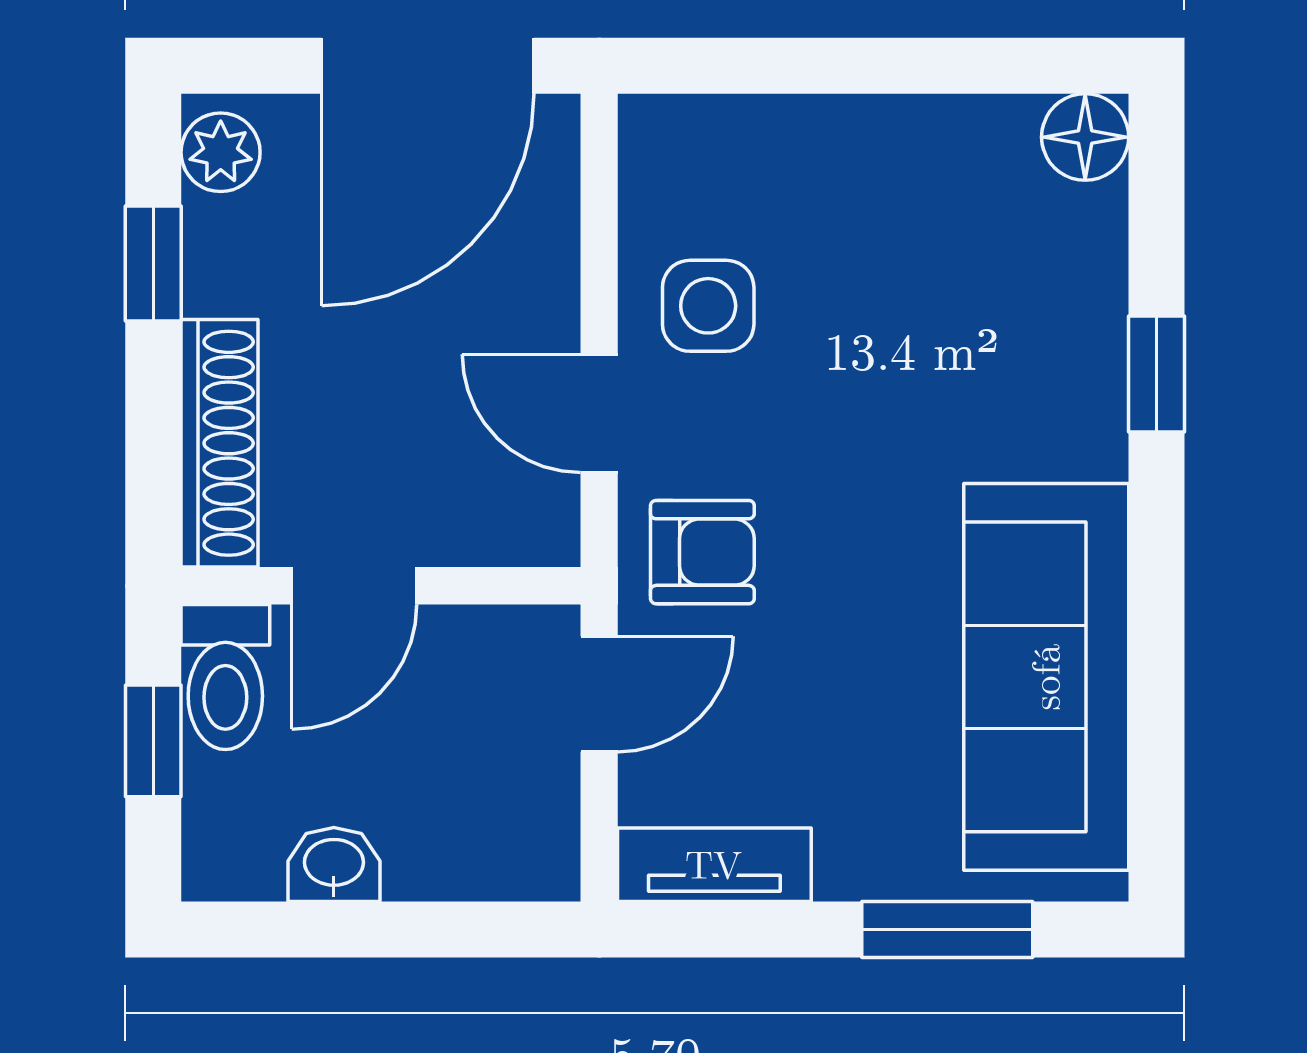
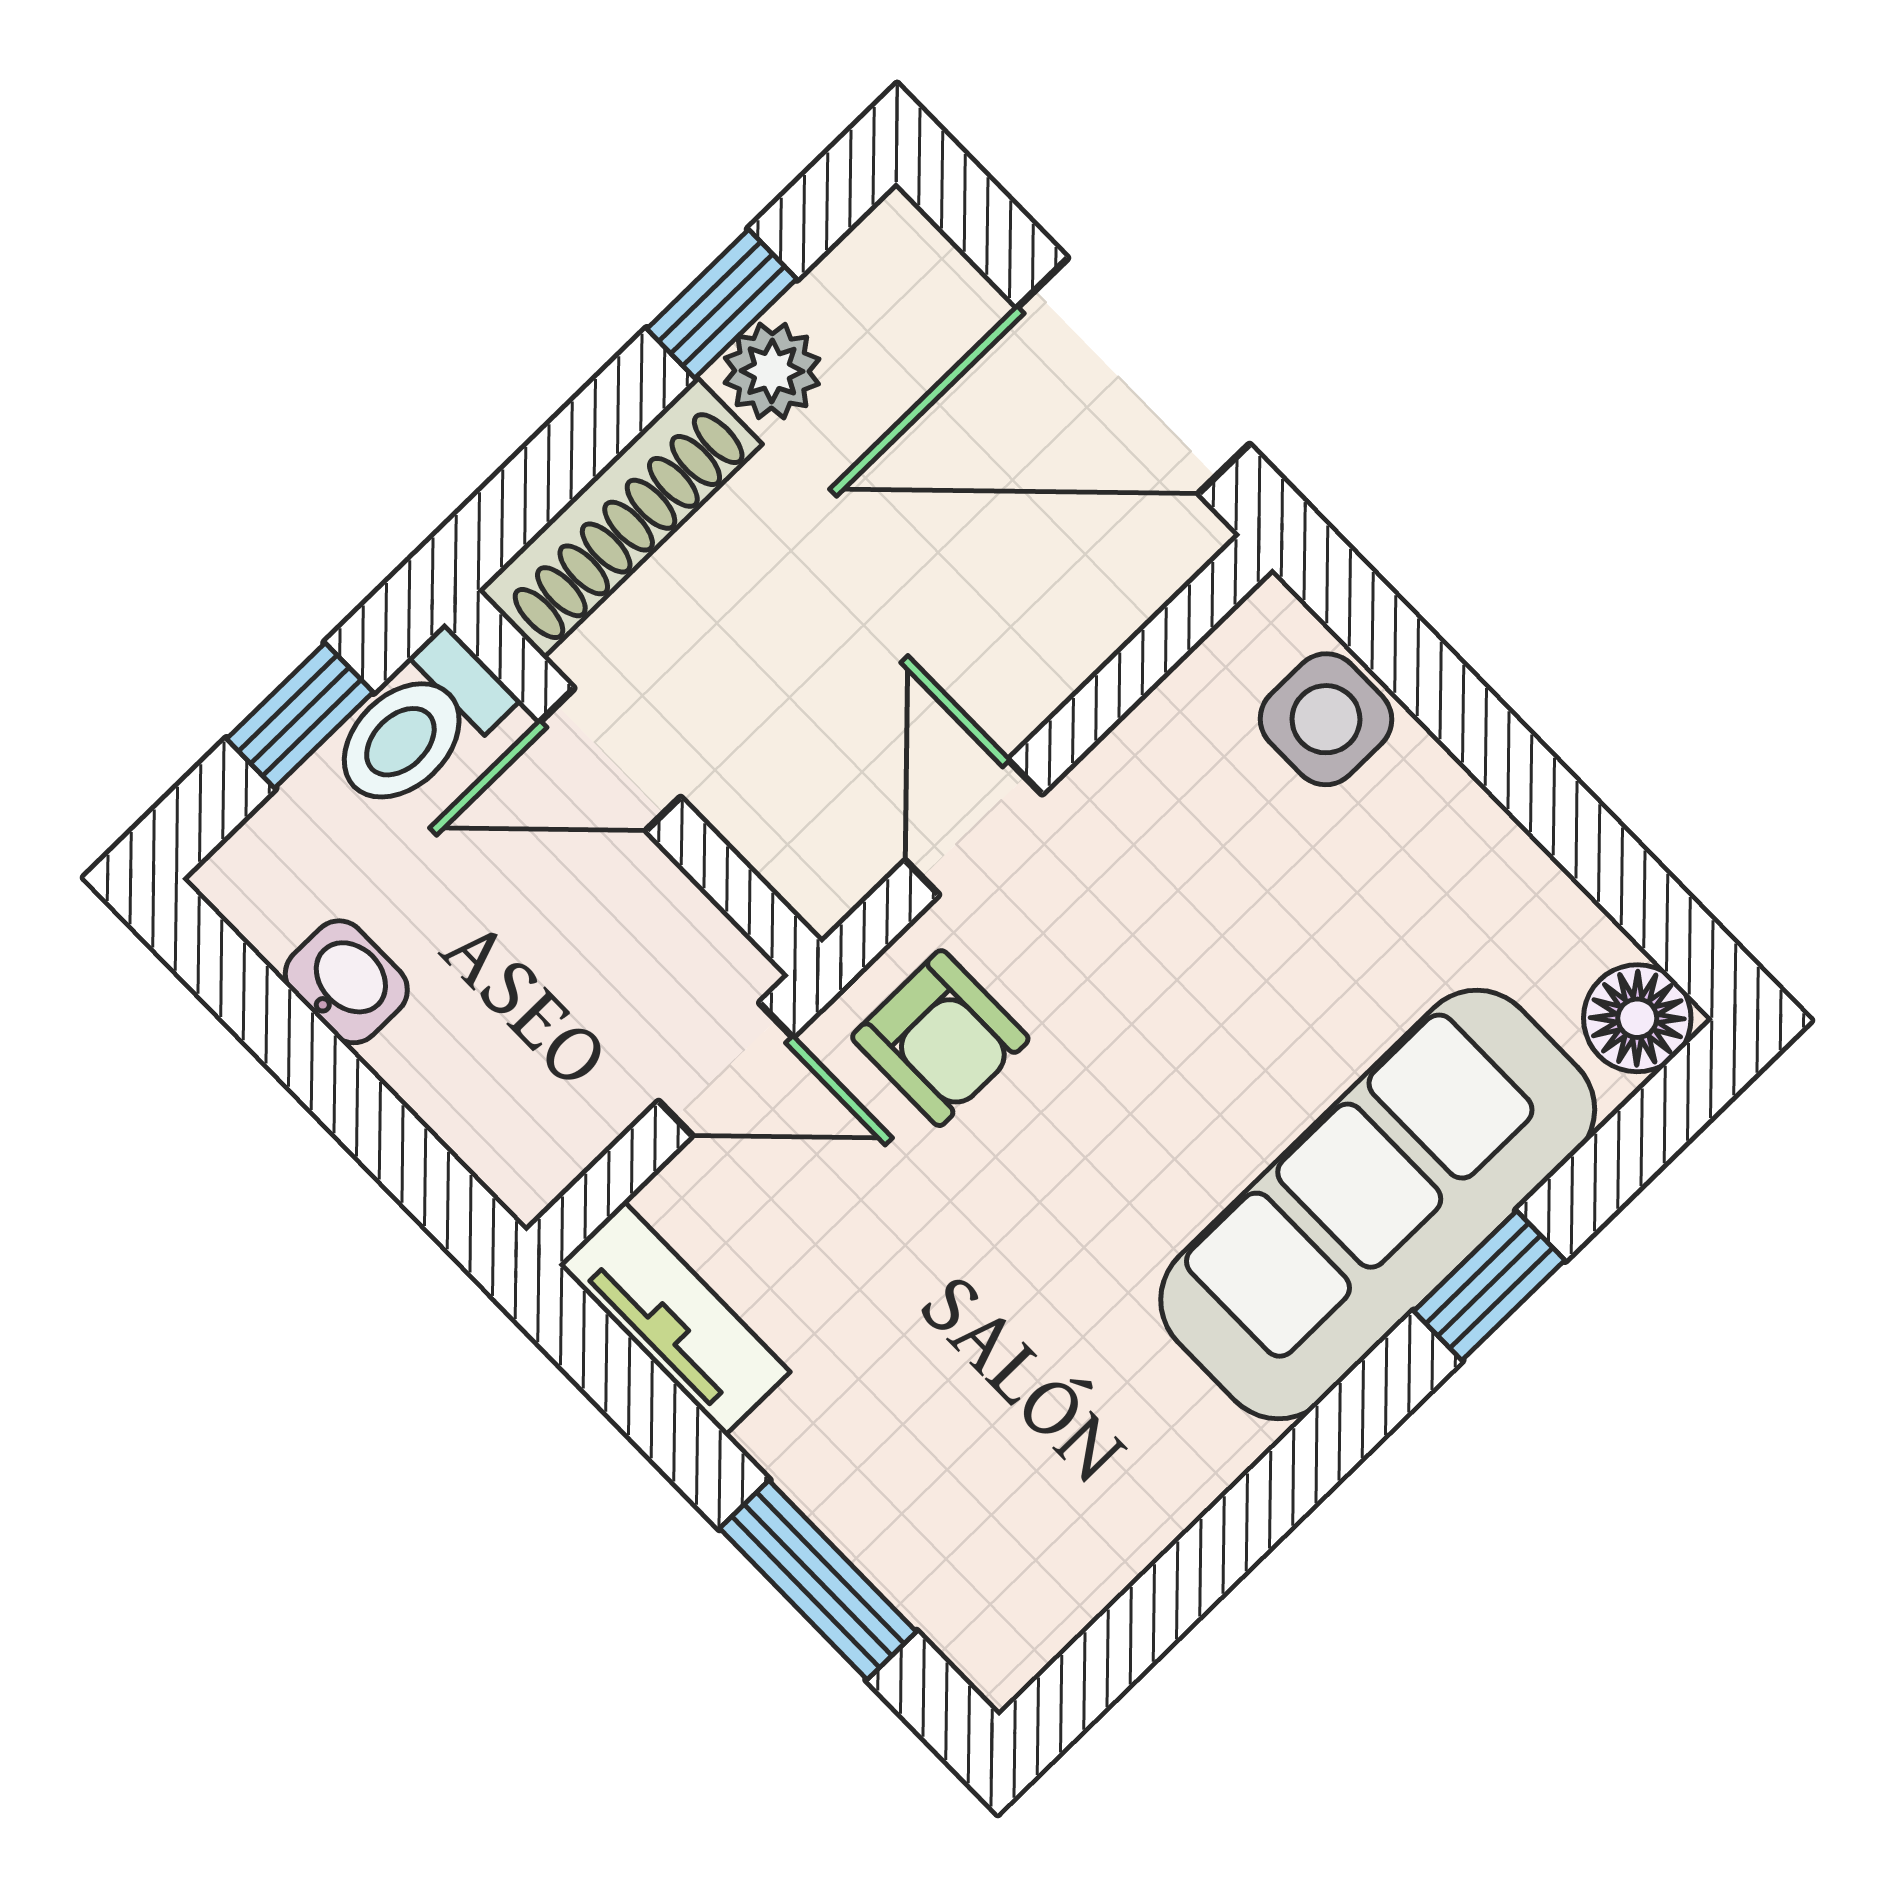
plant: (221, 152) -> (772, 371), moved
side table: (708, 306) -> (1326, 719), moved
sofa: (1046, 677) -> (1378, 1205), moved

